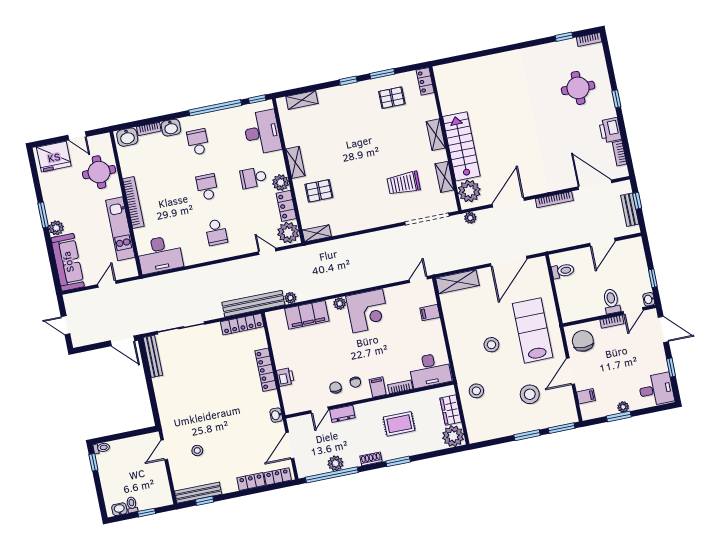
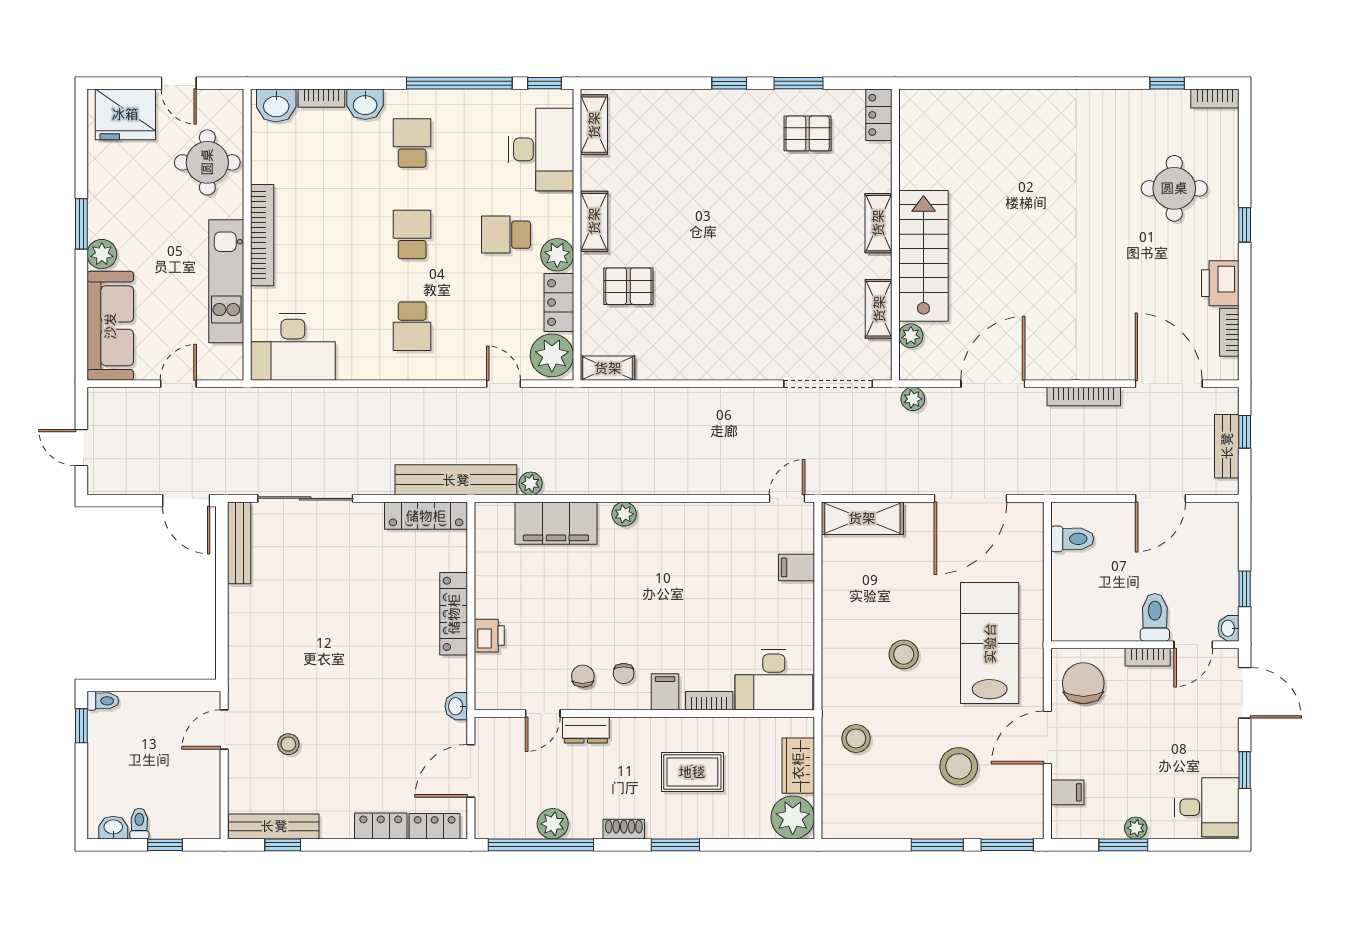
shelving: (302, 100) -> (594, 125), moved, turned 90
trolley: (404, 183) -> (796, 305), removed
plant: (469, 191) -> (911, 336), width x0.53, depth x0.53
corner desk: (368, 311) -> (676, 539), removed

